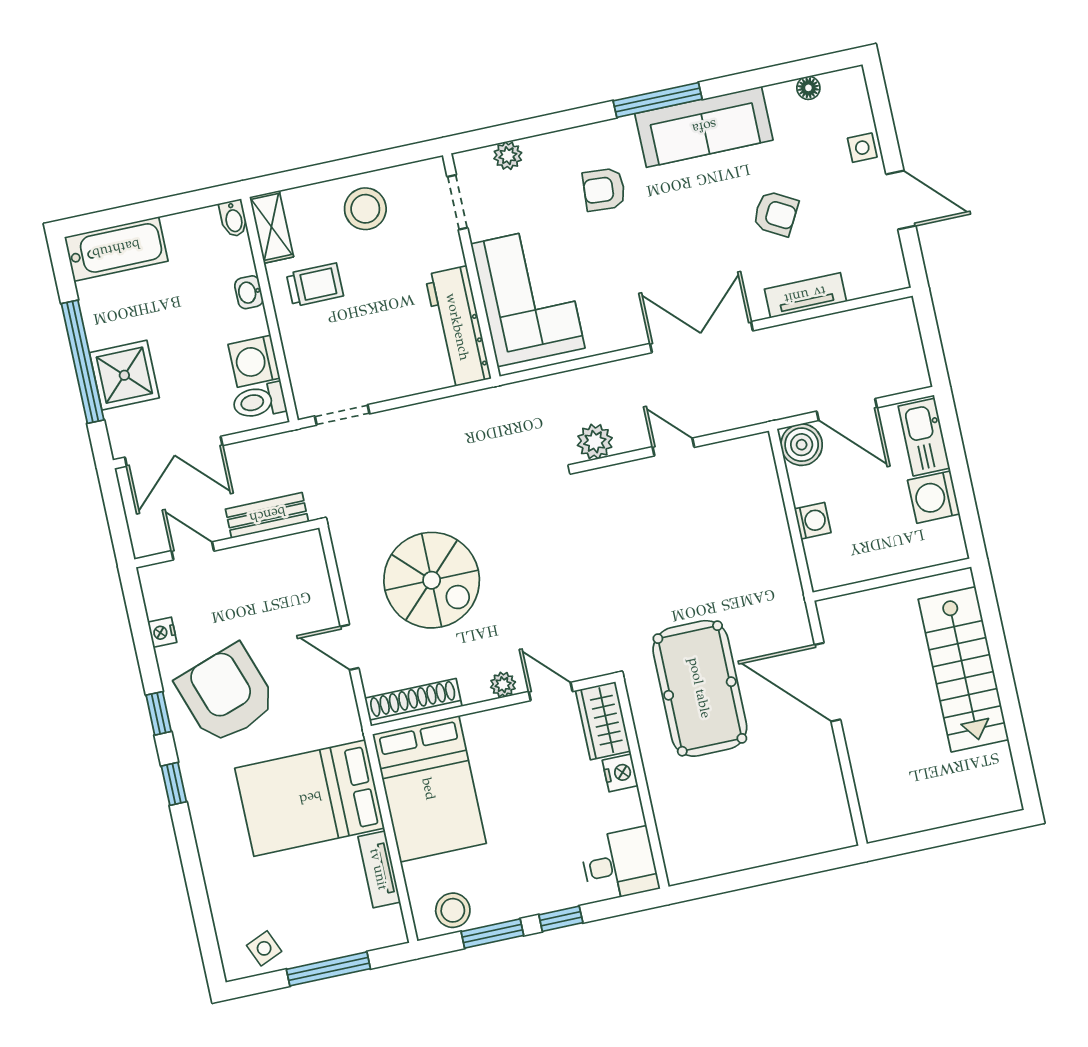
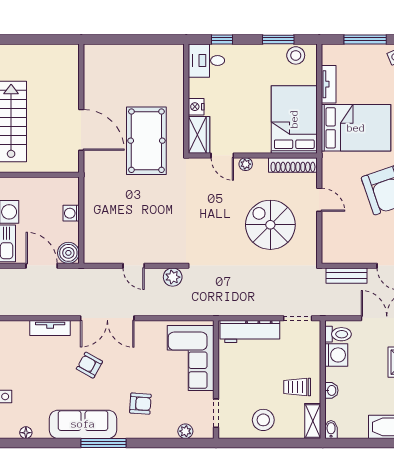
armchair: (776, 214) -> (89, 365), moved
workbench: (458, 327) -> (250, 332), moved, turned 90
window: (561, 919) -> (222, 39), moved

